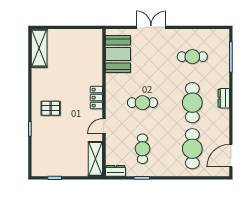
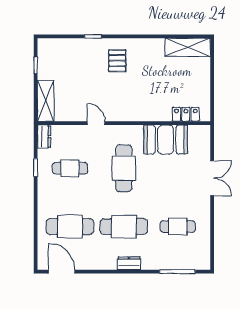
booth: (118, 54) -> (166, 140), moved
cafe table: (192, 57) -> (178, 227), turned 90
locker: (96, 98) -> (186, 114), moved
cafe table: (142, 103) -> (124, 168), width x1.37, depth x1.35
shelving: (95, 159) -> (46, 101), moved, turned 90

